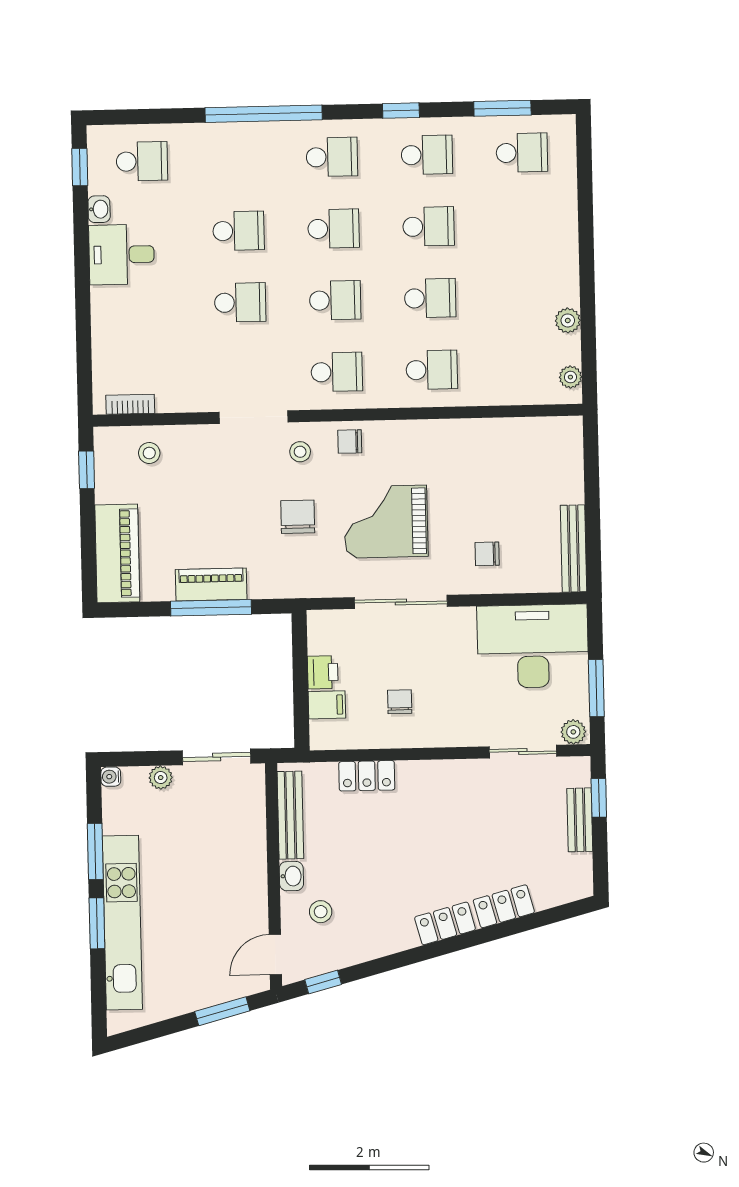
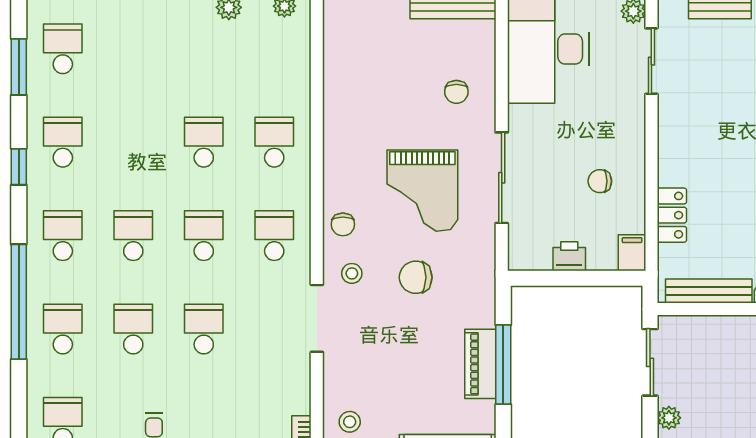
school desk: (429, 226) -> (63, 329), moved
filing cabinet: (327, 705) -> (632, 253), moved

